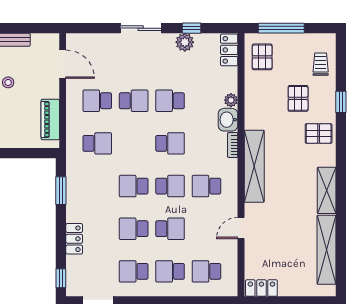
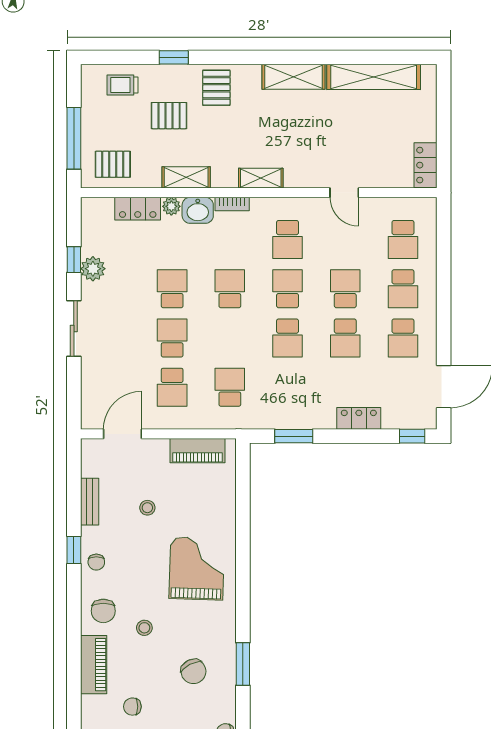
locker: (229, 50) -> (138, 209), moved
school desk: (170, 101) -> (172, 289), turned 180
shelving: (252, 111) -> (186, 177), added
shelving: (254, 166) -> (261, 178), width x0.45, depth x0.75

